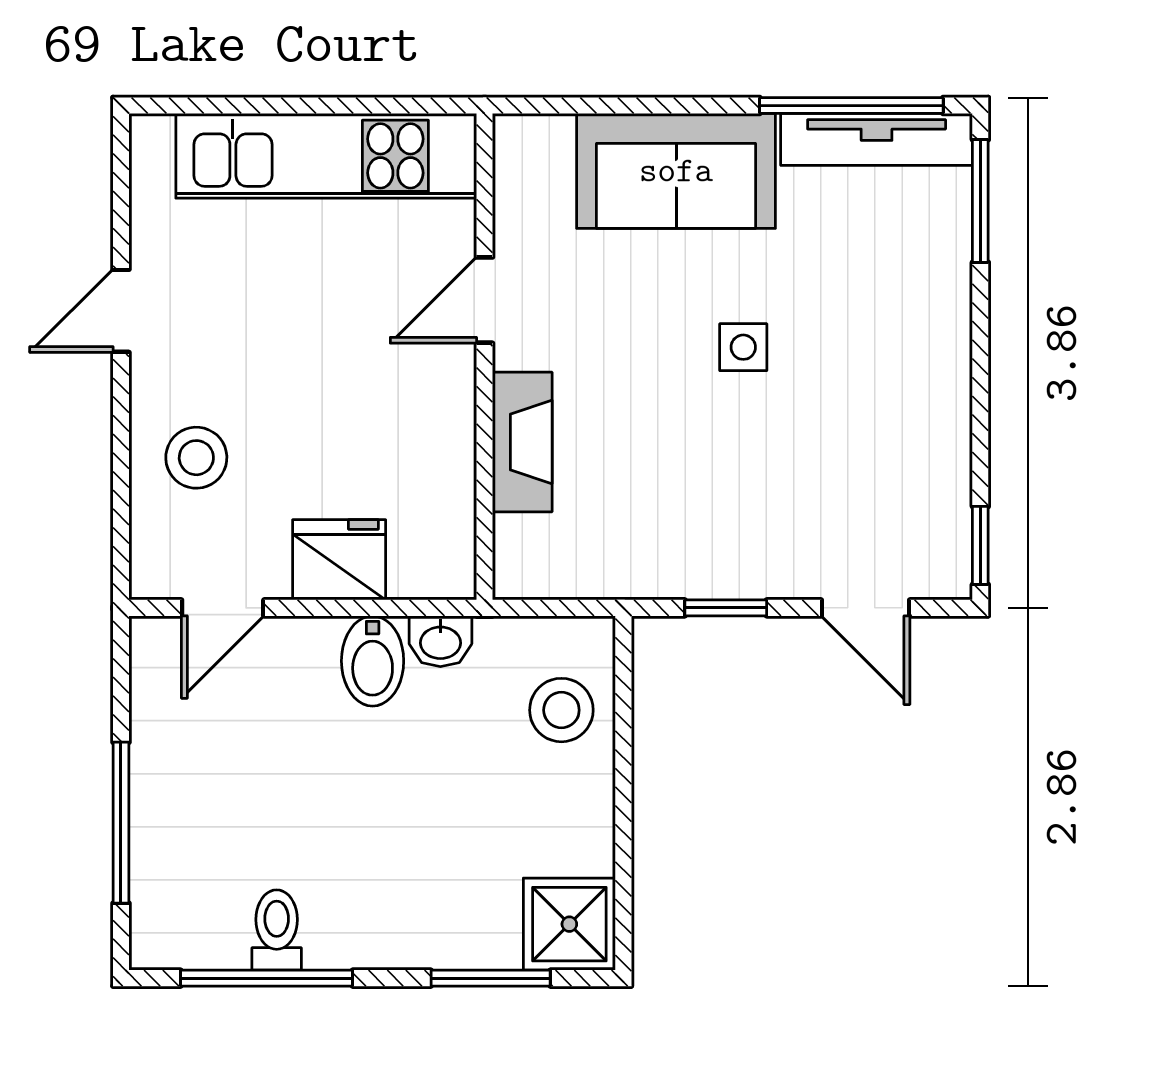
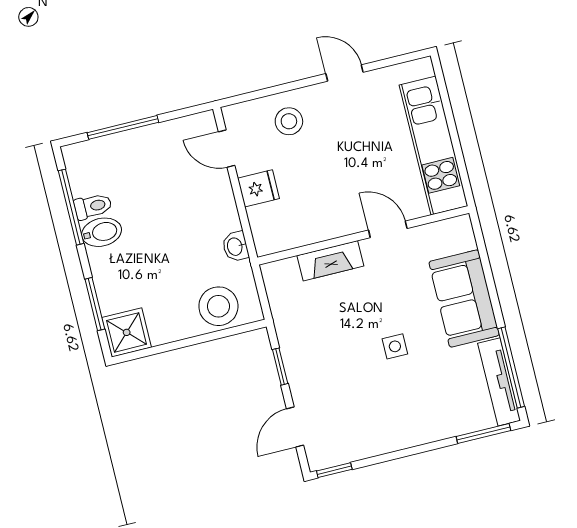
fridge: (339, 560) -> (258, 188), width x0.72
bidet: (373, 661) -> (102, 232), moved, turned 180
stool: (561, 710) -> (218, 306), width x1.38, depth x1.38

